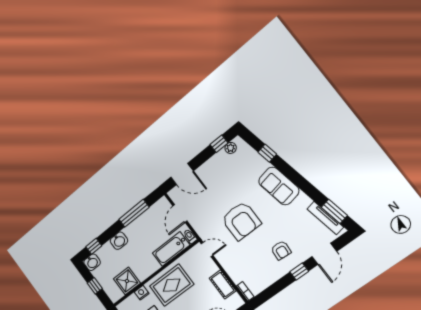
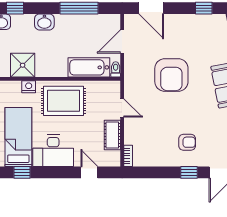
plant: (231, 148) -> (211, 20), removed
armchair: (241, 221) -> (171, 75), moved
door: (207, 249) -> (122, 108), moved
armchair: (281, 250) -> (187, 142), turned -94

